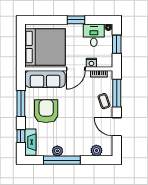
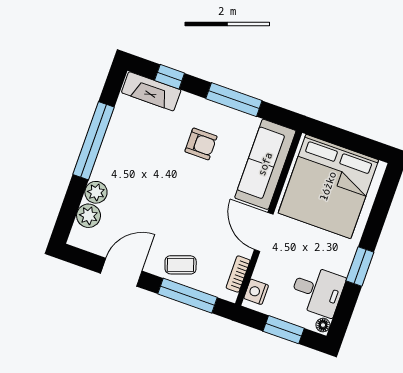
nightstand: (91, 63) -> (256, 292), moved
armchair: (46, 111) -> (201, 144), width x0.53, depth x0.53
plant: (57, 151) -> (96, 192), moved

